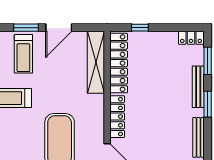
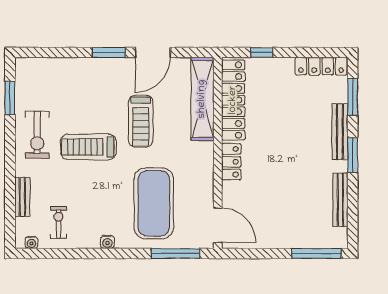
locker: (191, 38) -> (321, 66), width x1.53
treadmill: (23, 54) -> (141, 121), moved
locker: (117, 117) -> (231, 162), width x0.66

